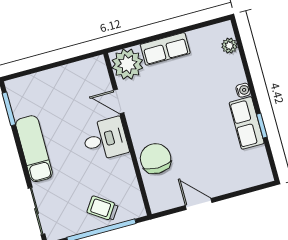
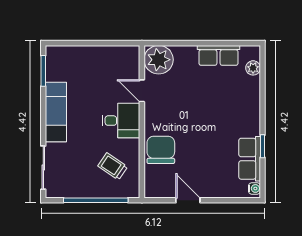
row of seats: (165, 49) -> (218, 55), moved
water cooler: (243, 90) -> (254, 188), moved
row of seats: (247, 123) -> (250, 159), moved
trolley: (103, 208) -> (113, 166), moved

